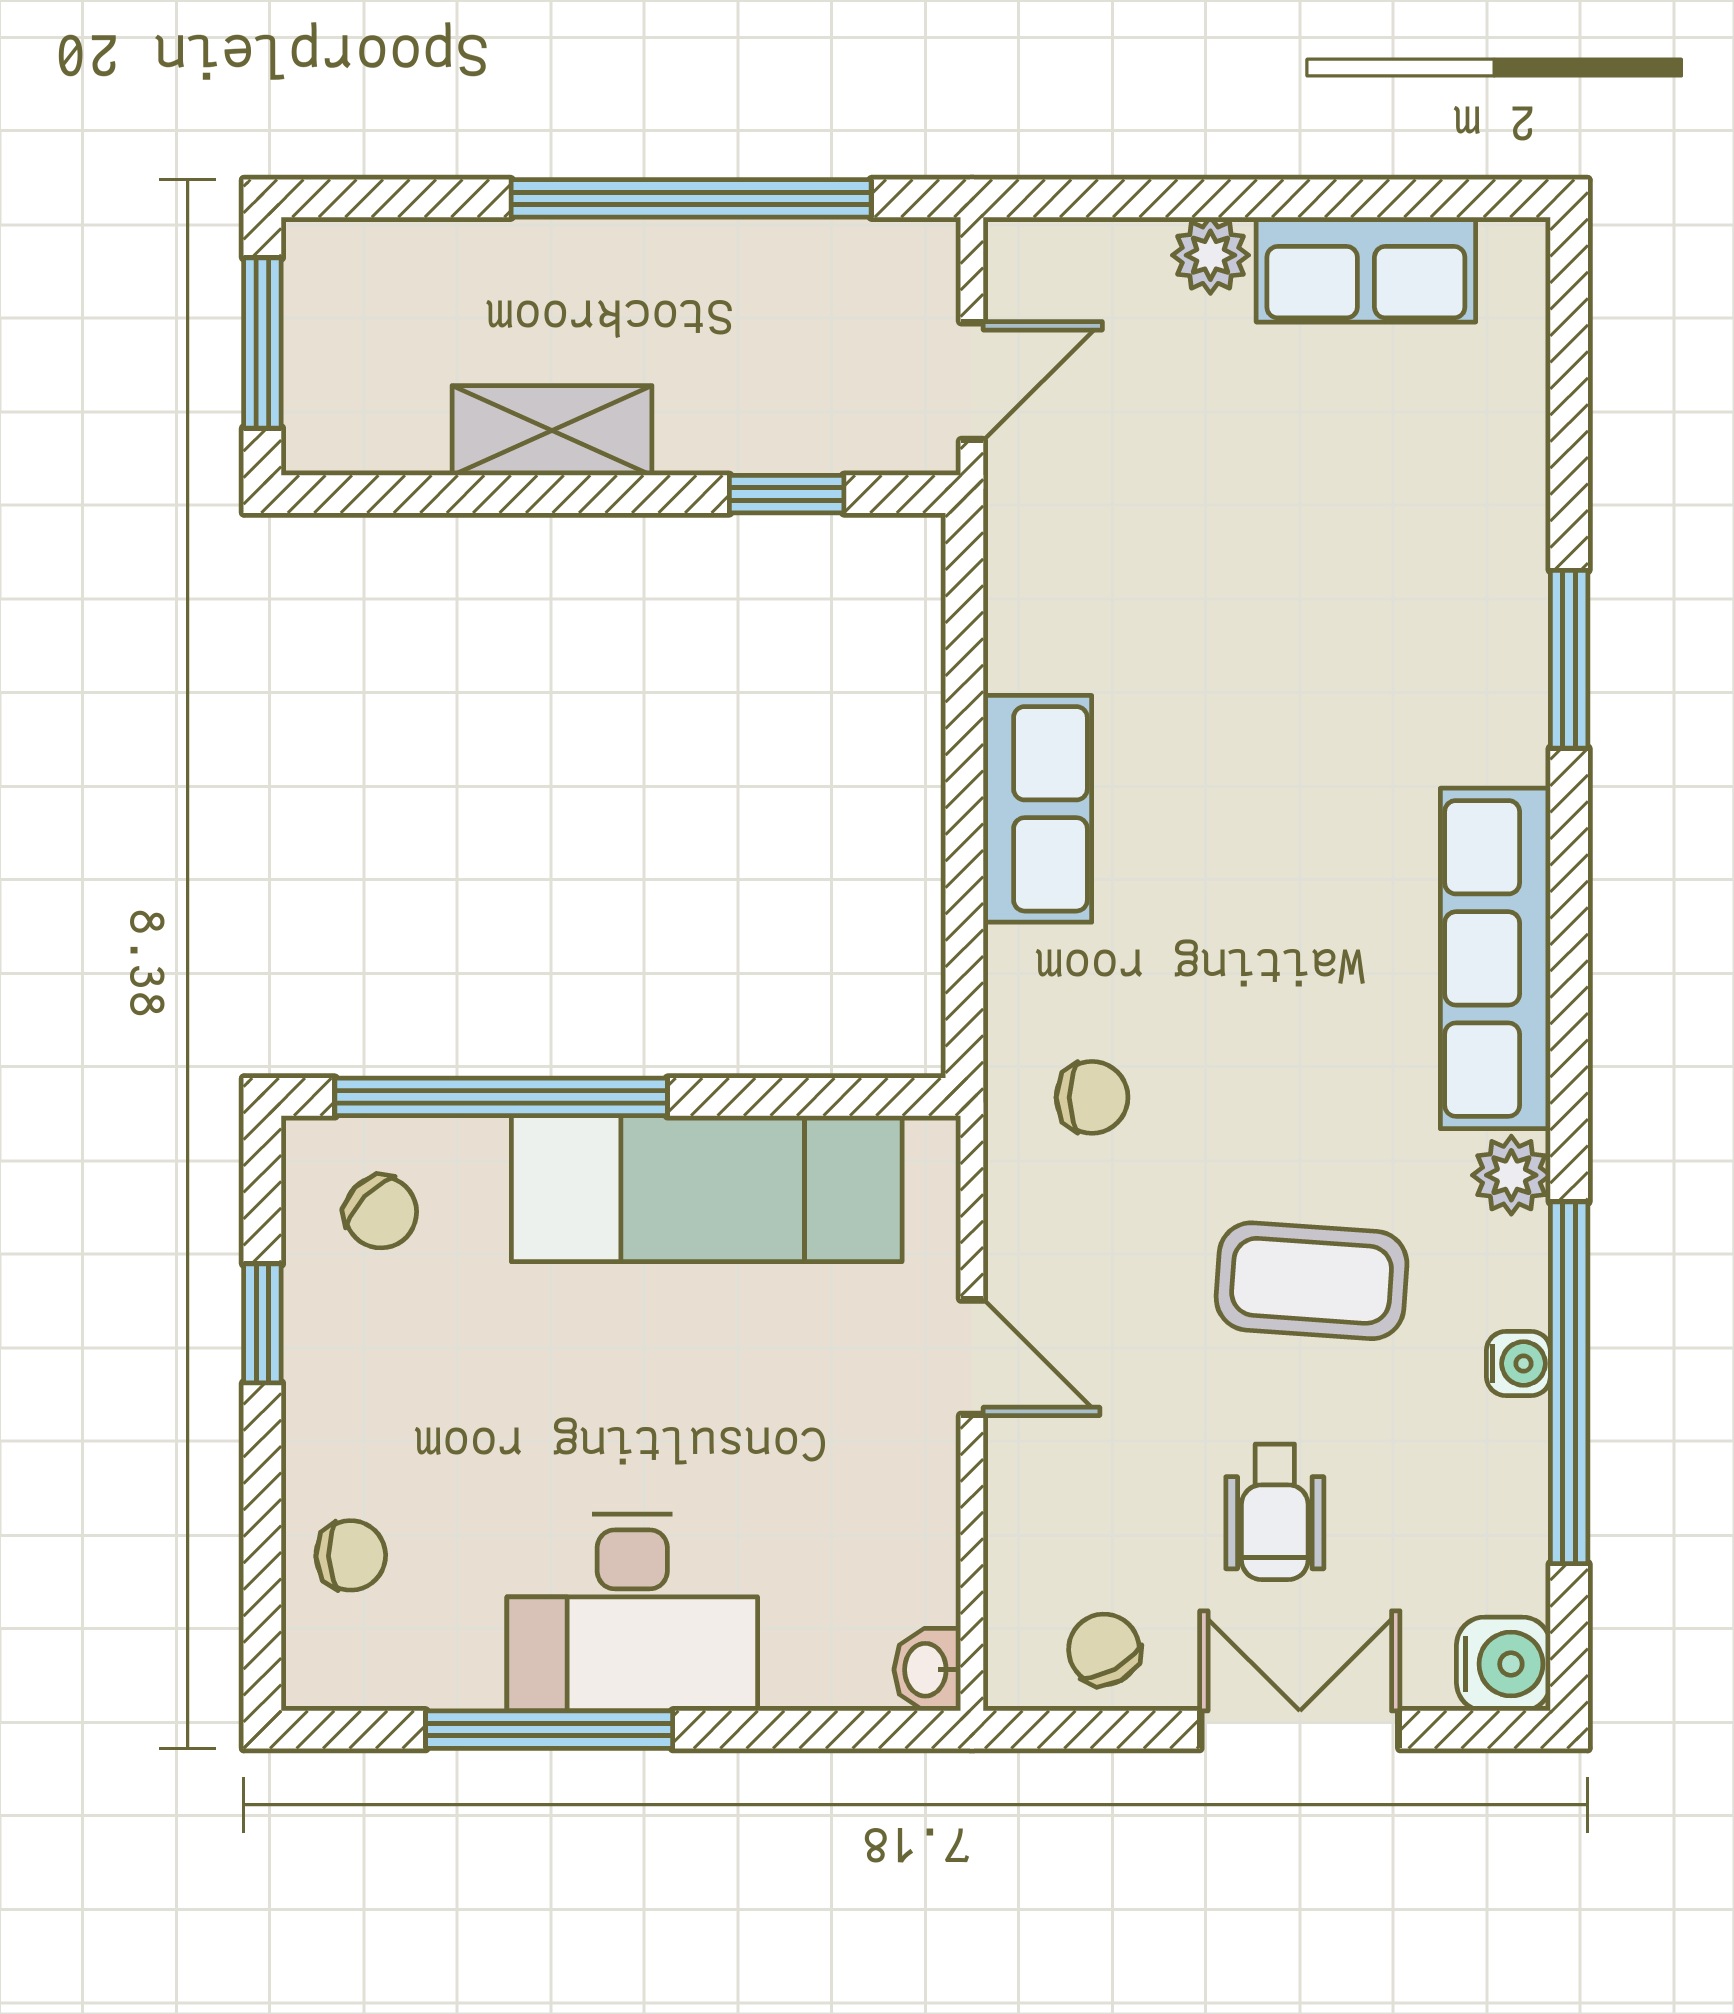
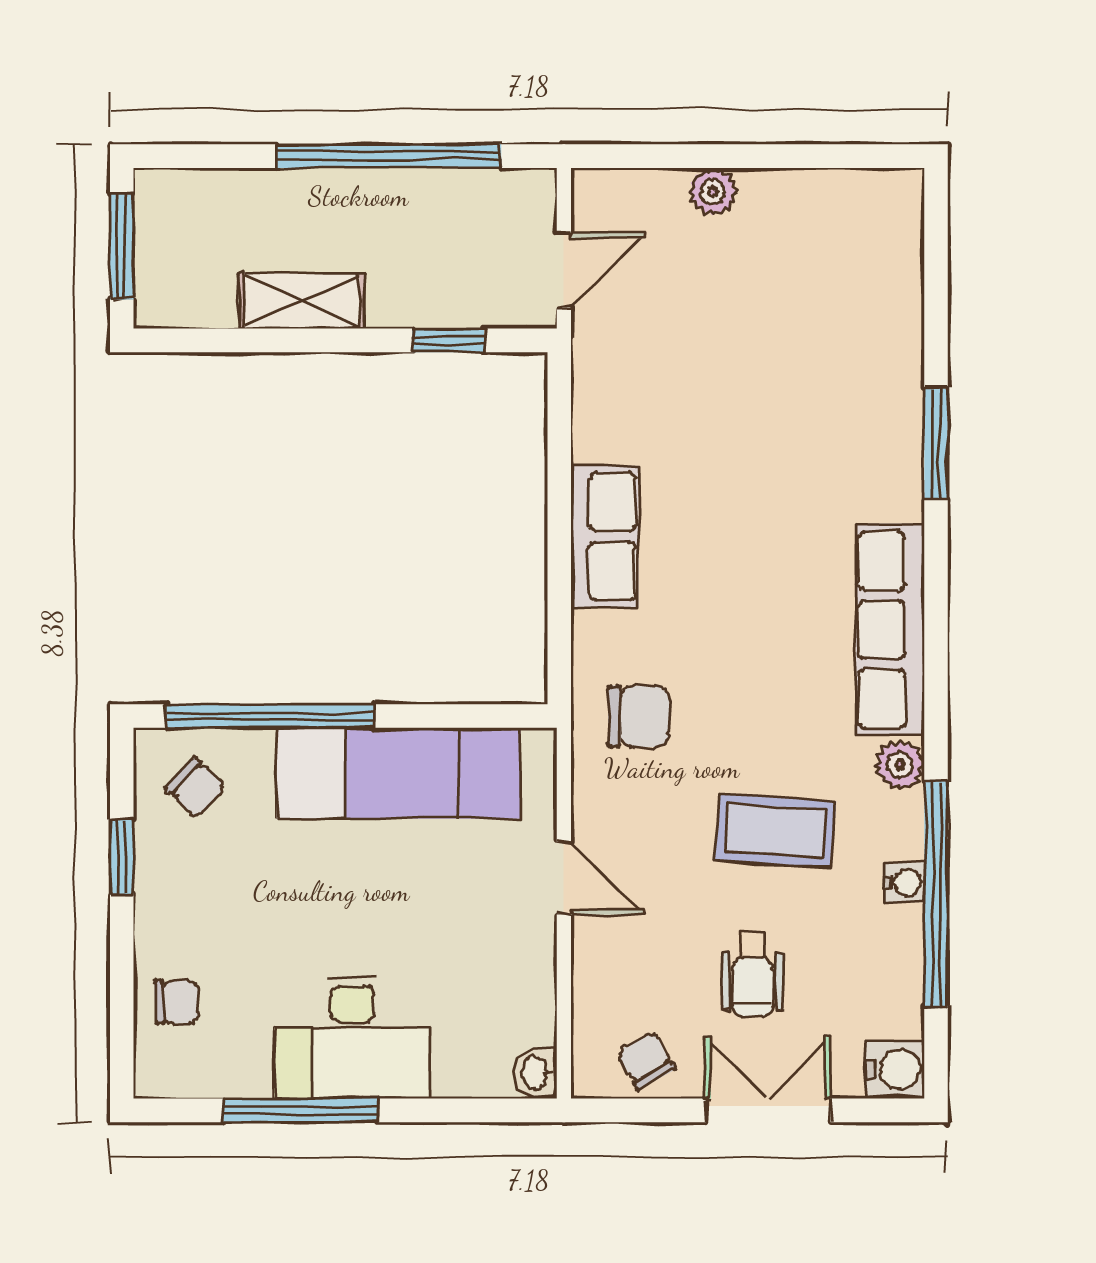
row of seats: (1366, 270) -> (809, 200), removed
chair: (1092, 1097) -> (639, 716), width x1.37, depth x1.37

